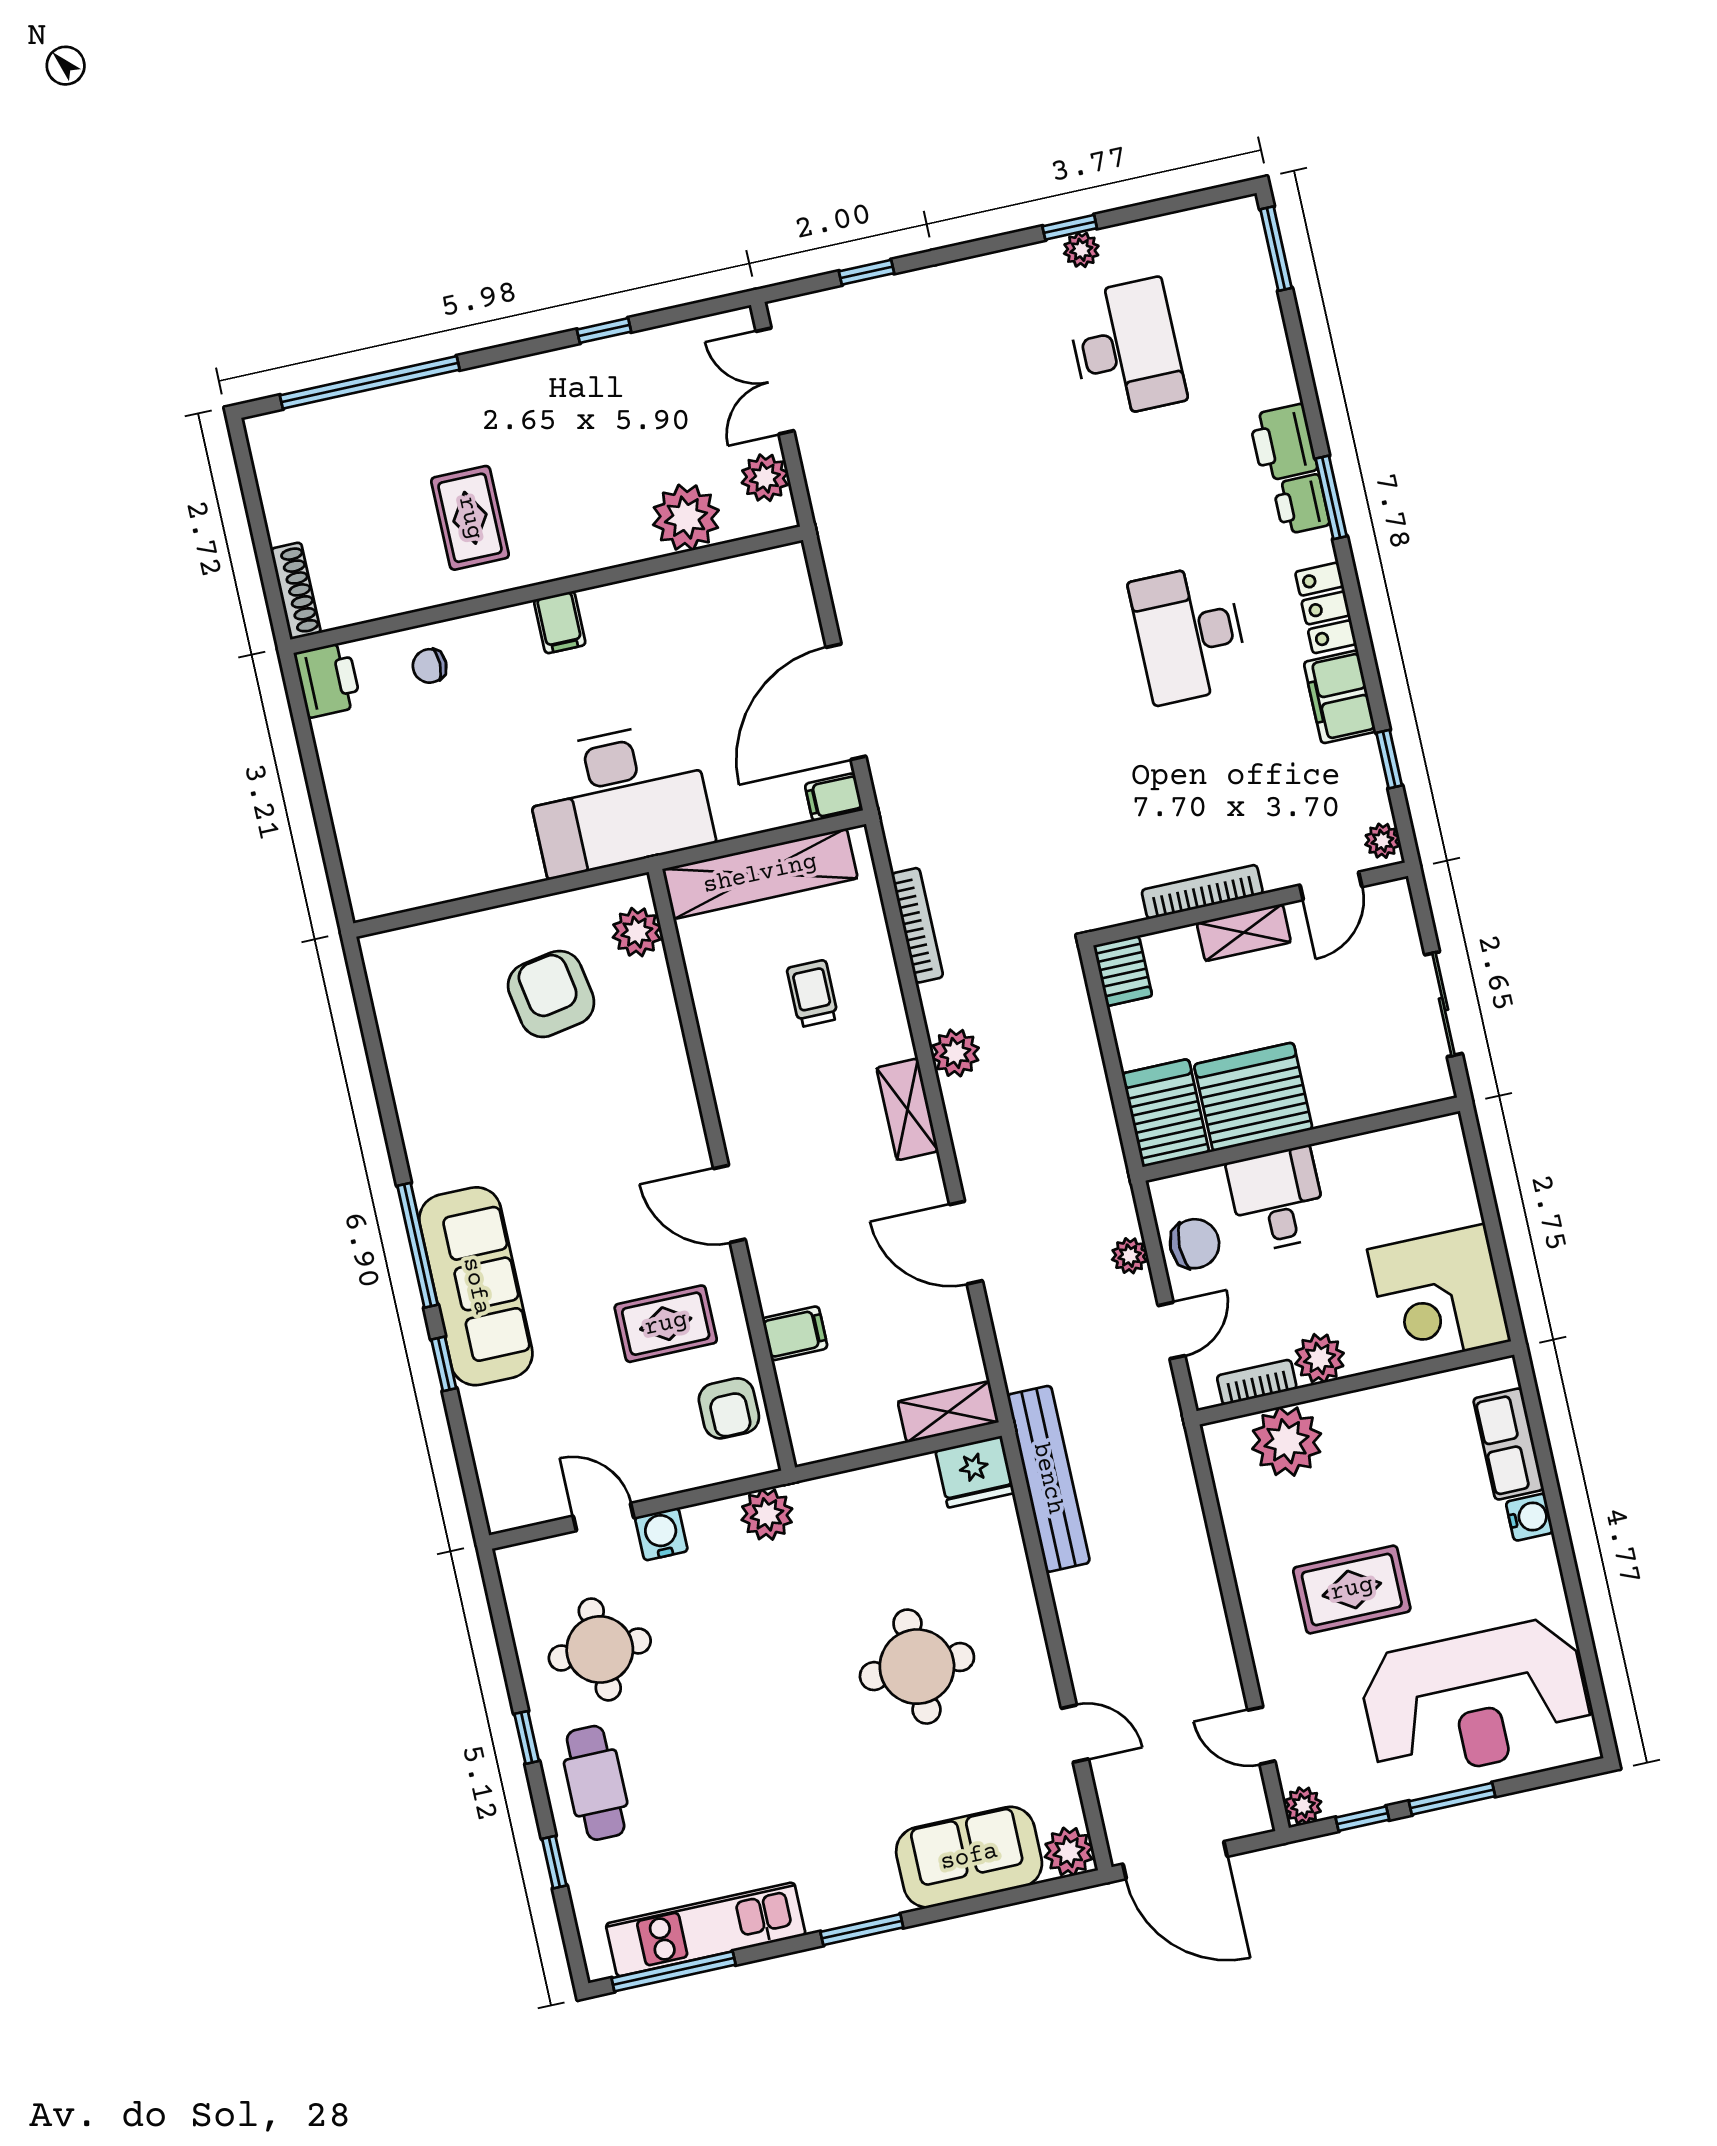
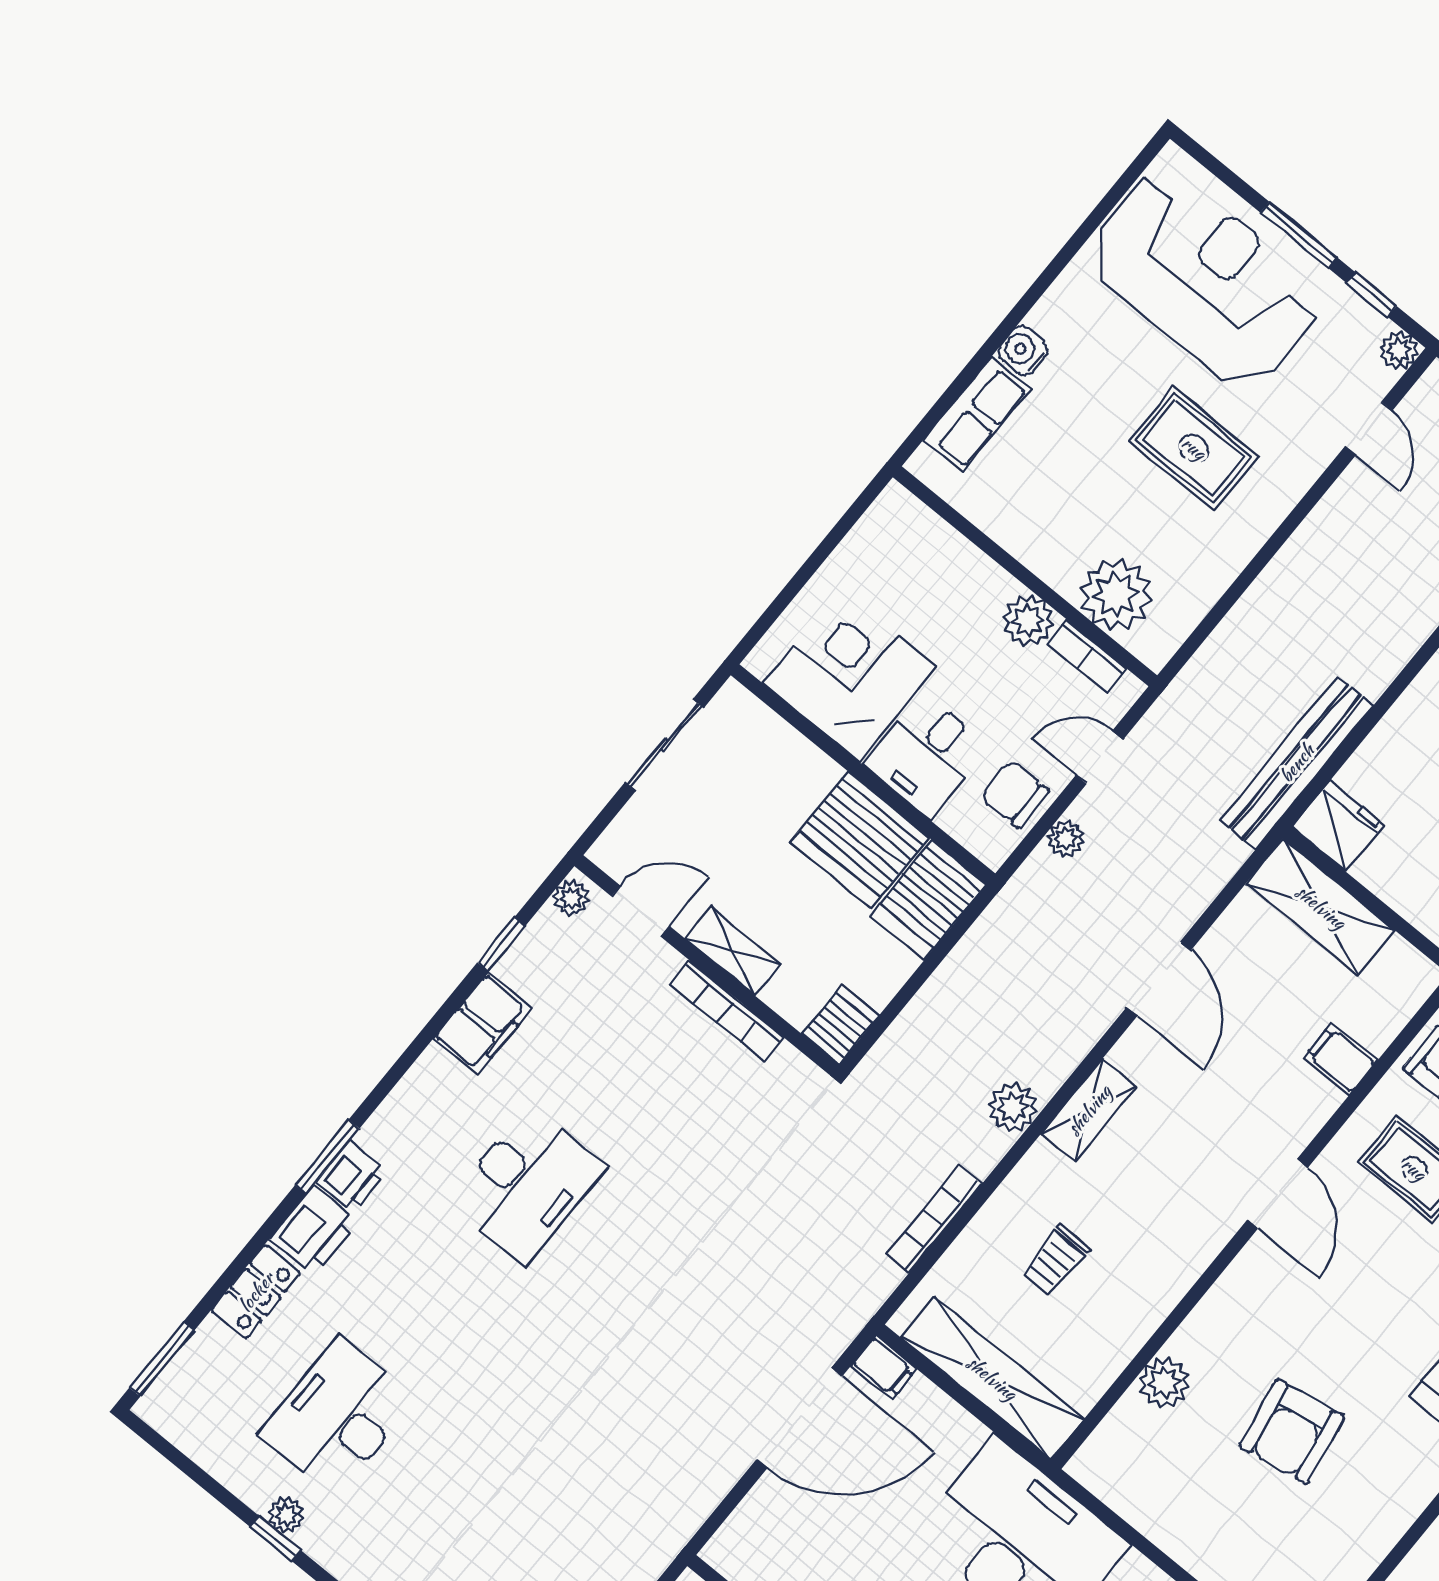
locker: (1326, 608) -> (256, 1292), moved
plant: (637, 932) -> (1165, 1383), moved
armchair: (551, 994) -> (1292, 1432), moved
corner desk: (1439, 1295) -> (850, 675), moved, turned -90
shelving: (948, 1412) -> (1321, 907), width x1.50, depth x1.33

